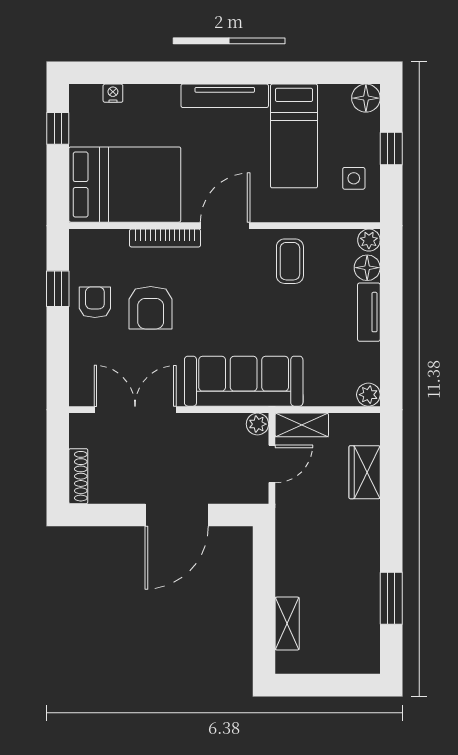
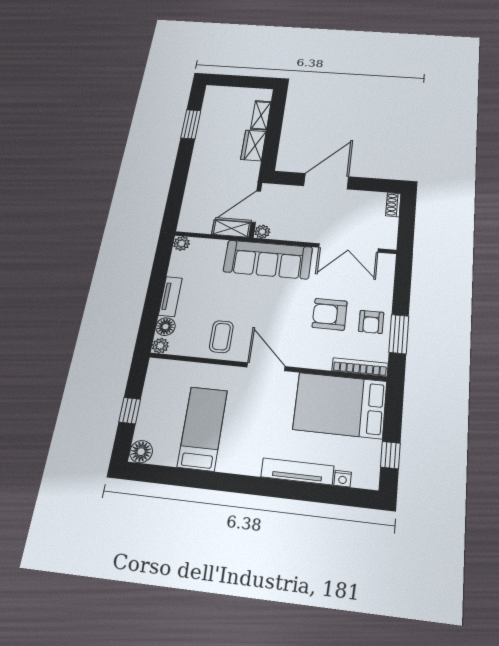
tv unit: (225, 96) -> (297, 471), moved
side table: (354, 178) -> (163, 391), removed
door: (225, 226) -> (266, 367), swing flipped
bookcase: (165, 238) -> (360, 367), moved
window: (58, 289) -> (399, 334), width x1.50
armchair: (151, 308) -> (330, 314), turned -90
door: (272, 464) -> (256, 207), width x1.38
wardrobe: (365, 472) -> (253, 145), moved, turned 180
shoe rack: (78, 476) -> (393, 205), width x0.70

